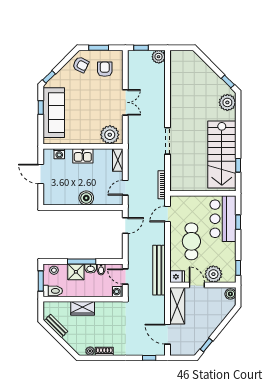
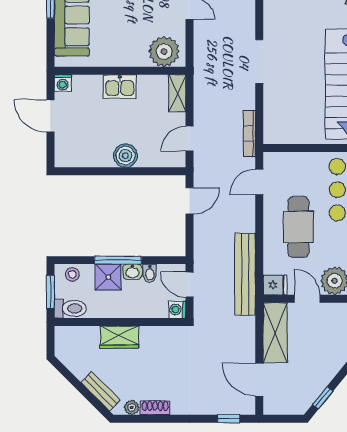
washing machine: (59, 154) -> (63, 83), moved
bench: (56, 326) -> (101, 391), moved

